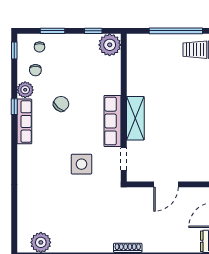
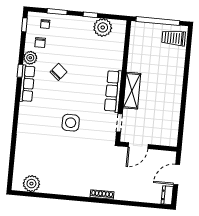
wall: (124, 108) -> (123, 81), moved
shelving: (135, 118) -> (132, 91), moved
row of seats: (113, 121) -> (113, 91), moved
doorway: (124, 159) -> (119, 123), moved

